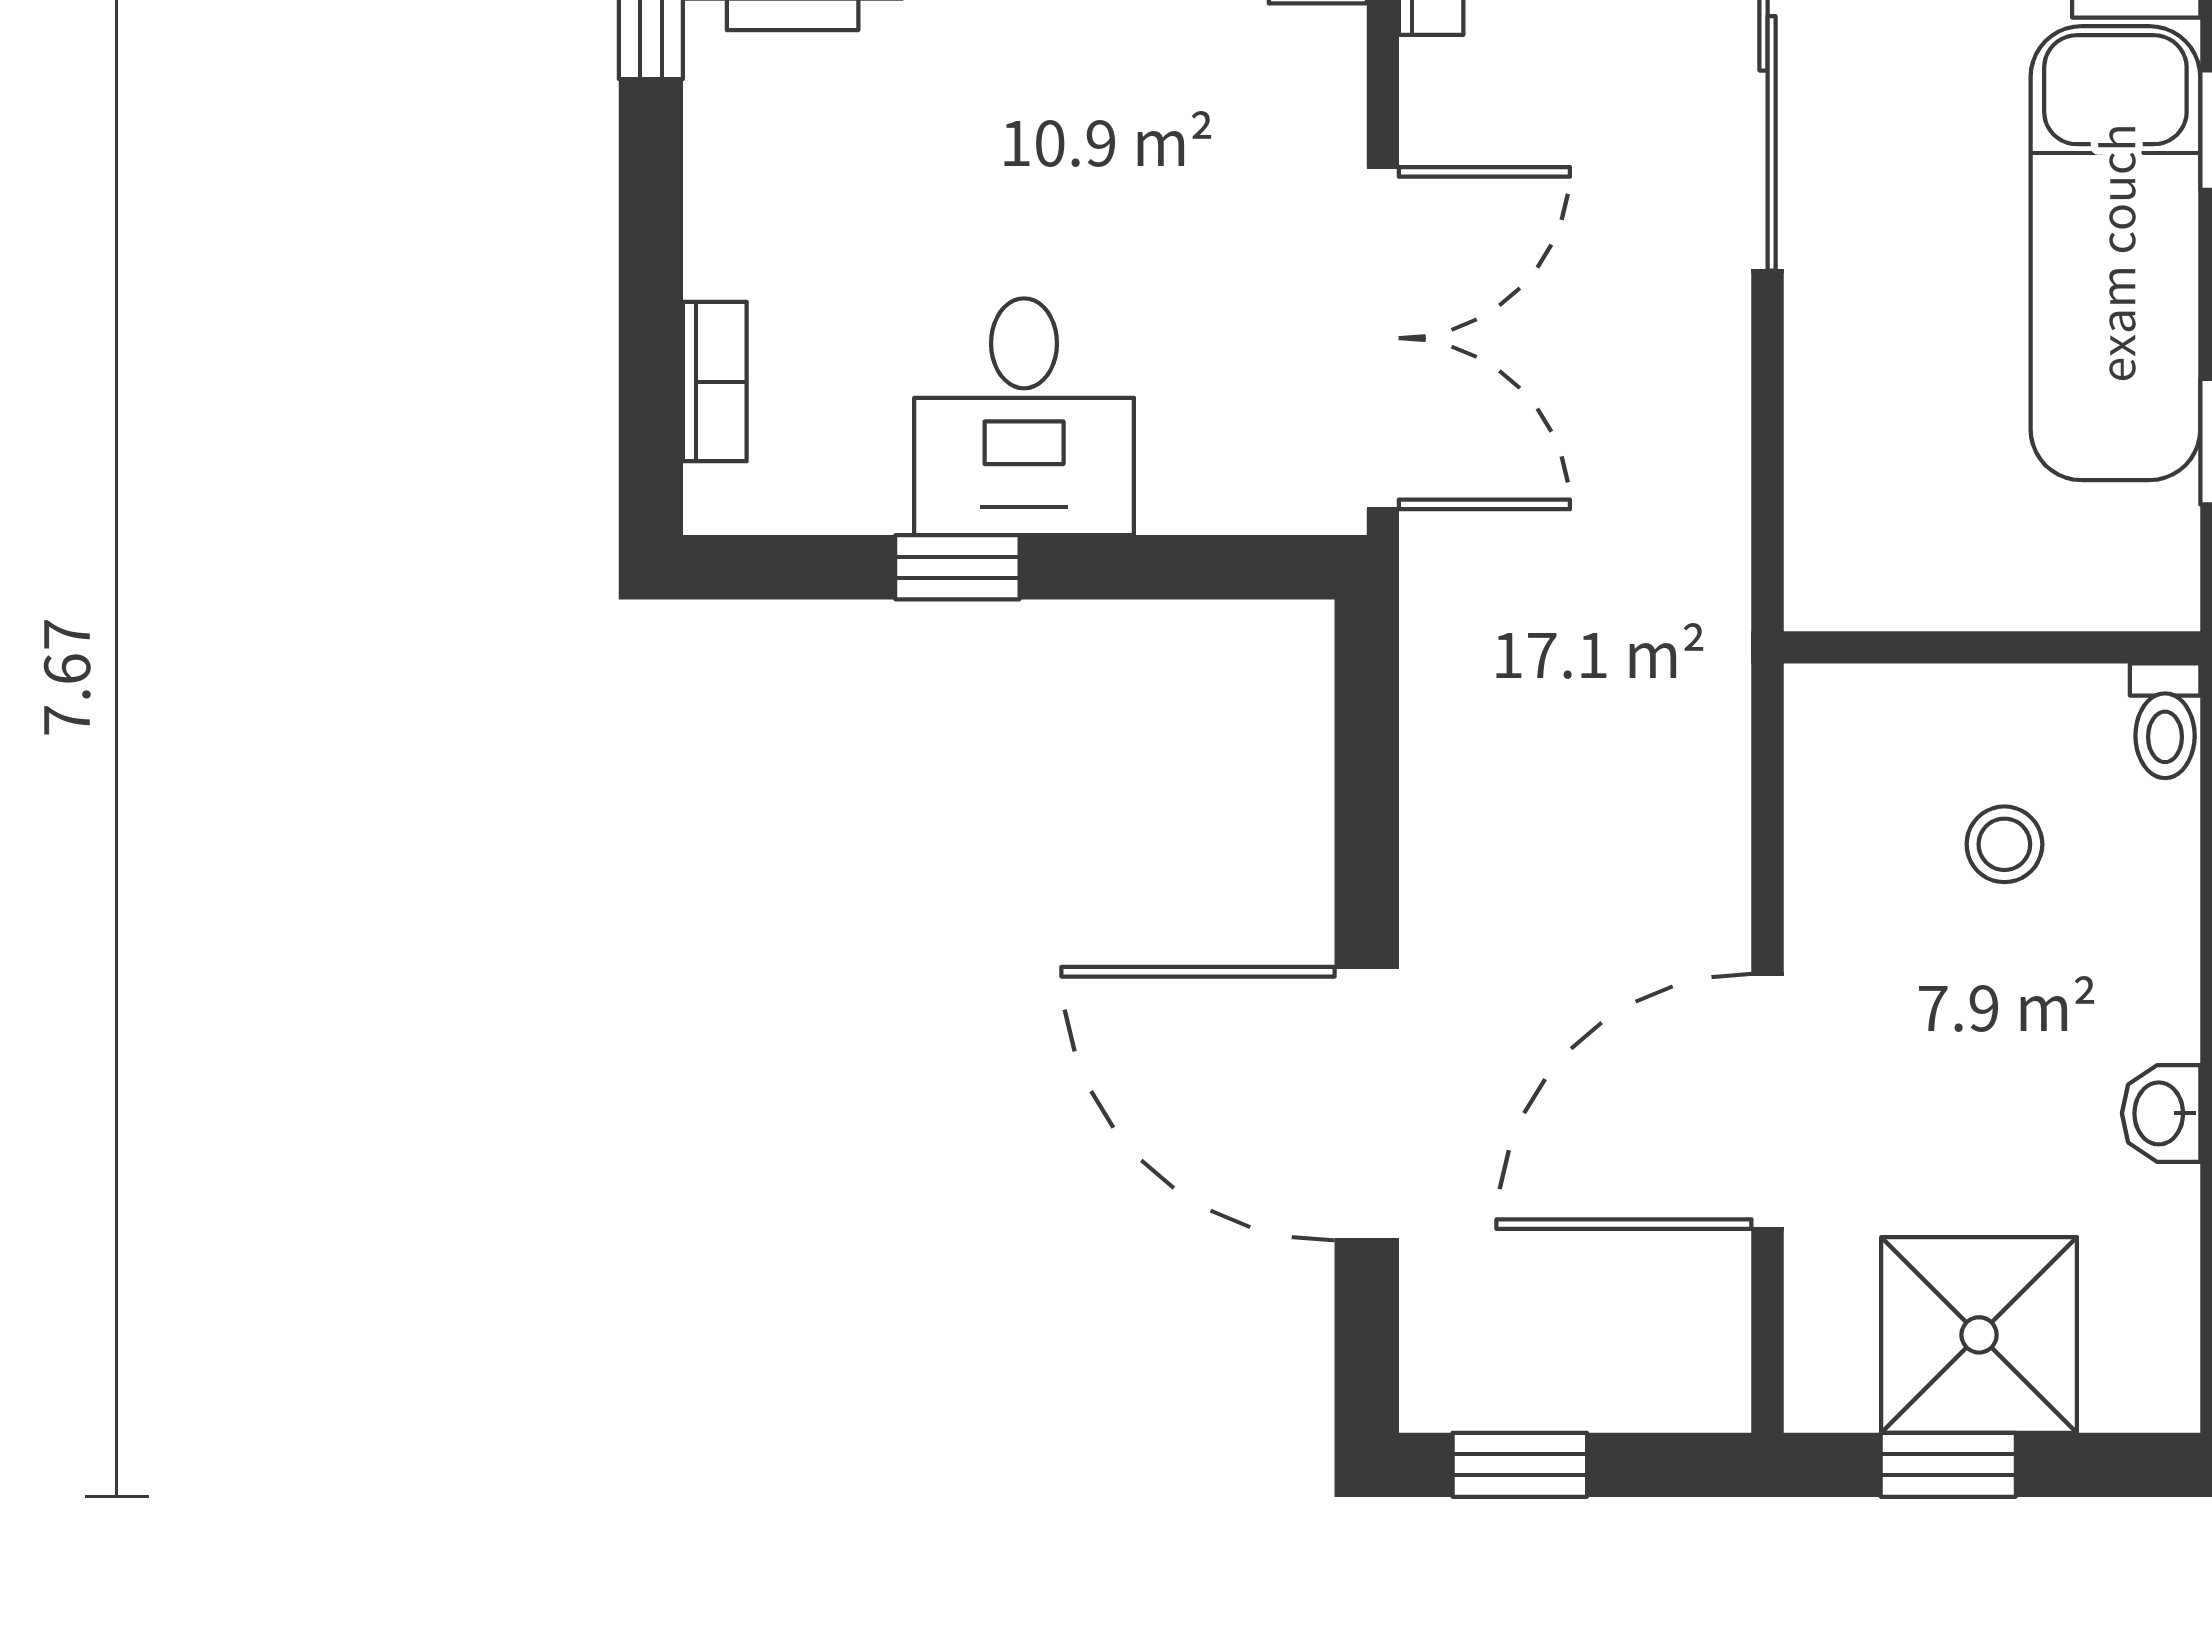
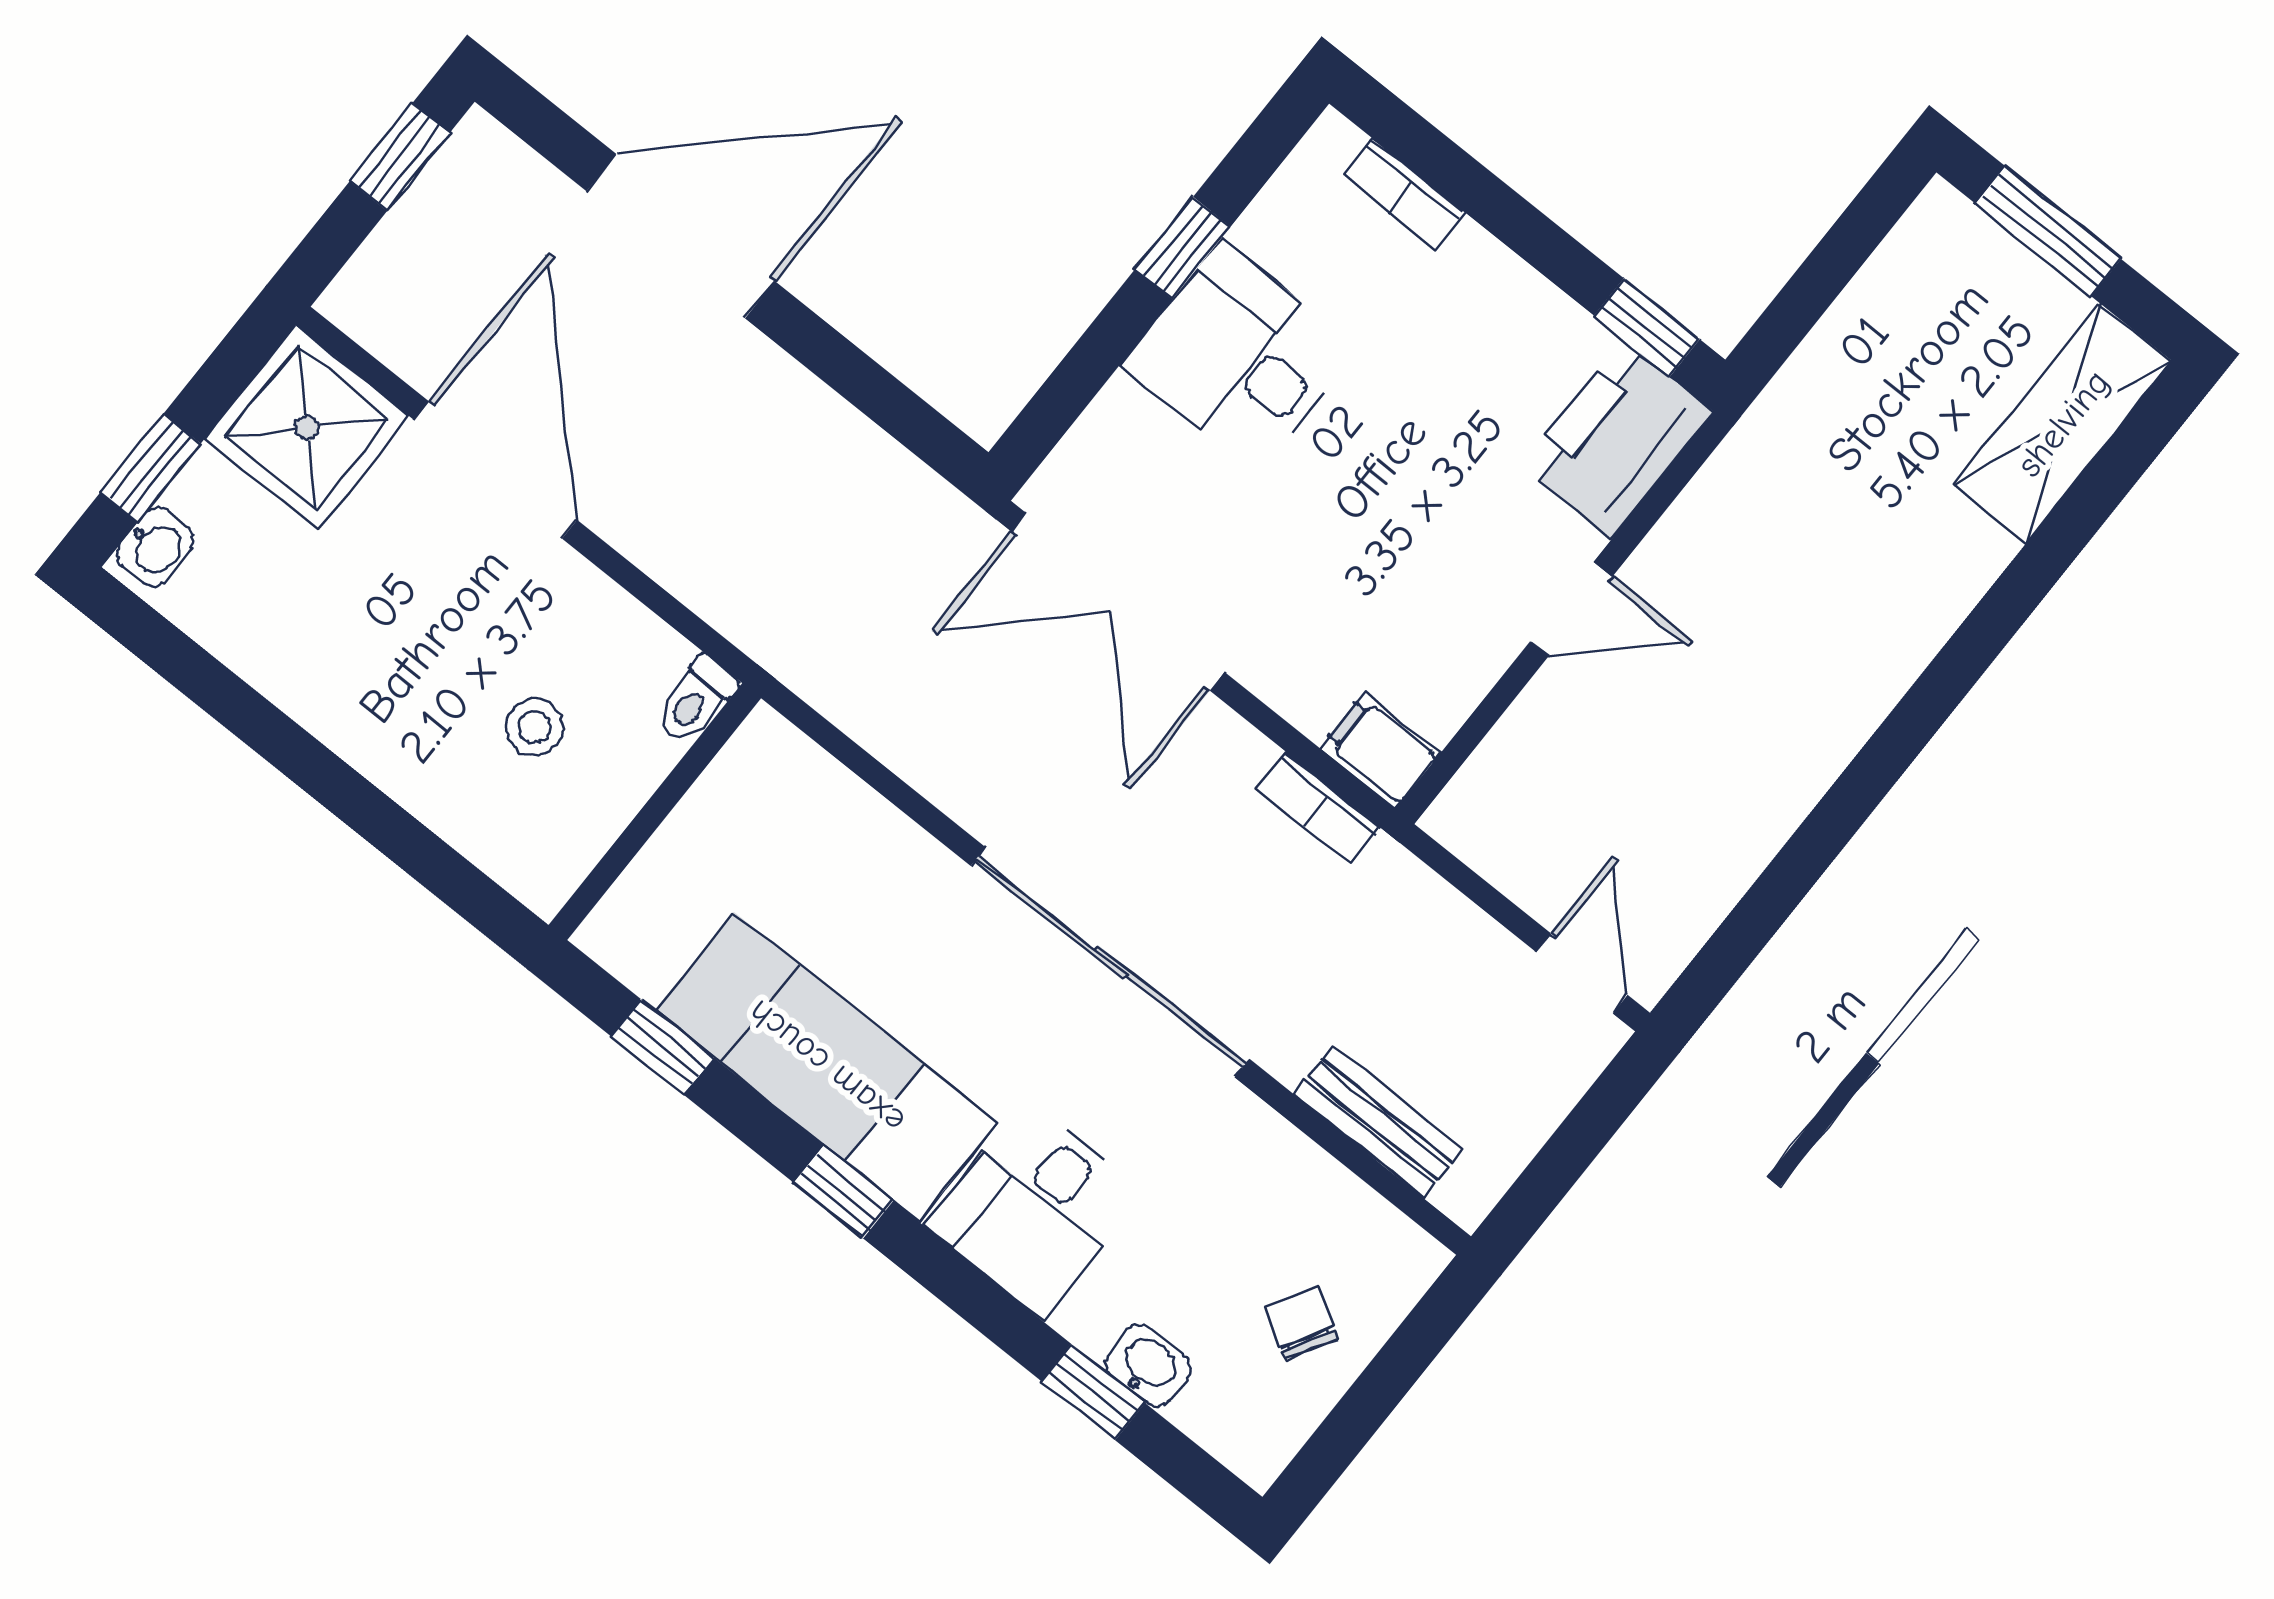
toilet: (2165, 721) -> (695, 700), moved, turned -90
washbasin: (2161, 1113) -> (155, 547), moved, turned 90
shower: (1979, 1335) -> (307, 427), moved
window: (1948, 1465) -> (150, 468), moved

